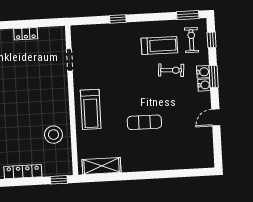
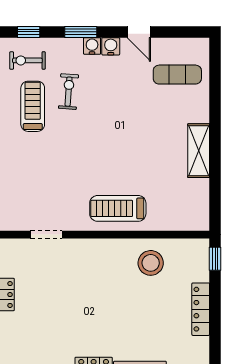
water cooler: (203, 72) -> (111, 46), moved
treadmill: (91, 109) -> (118, 208), turned 180
exercise mat: (144, 122) -> (177, 75), moved, turned 90
shelving: (101, 166) -> (199, 151), moved

